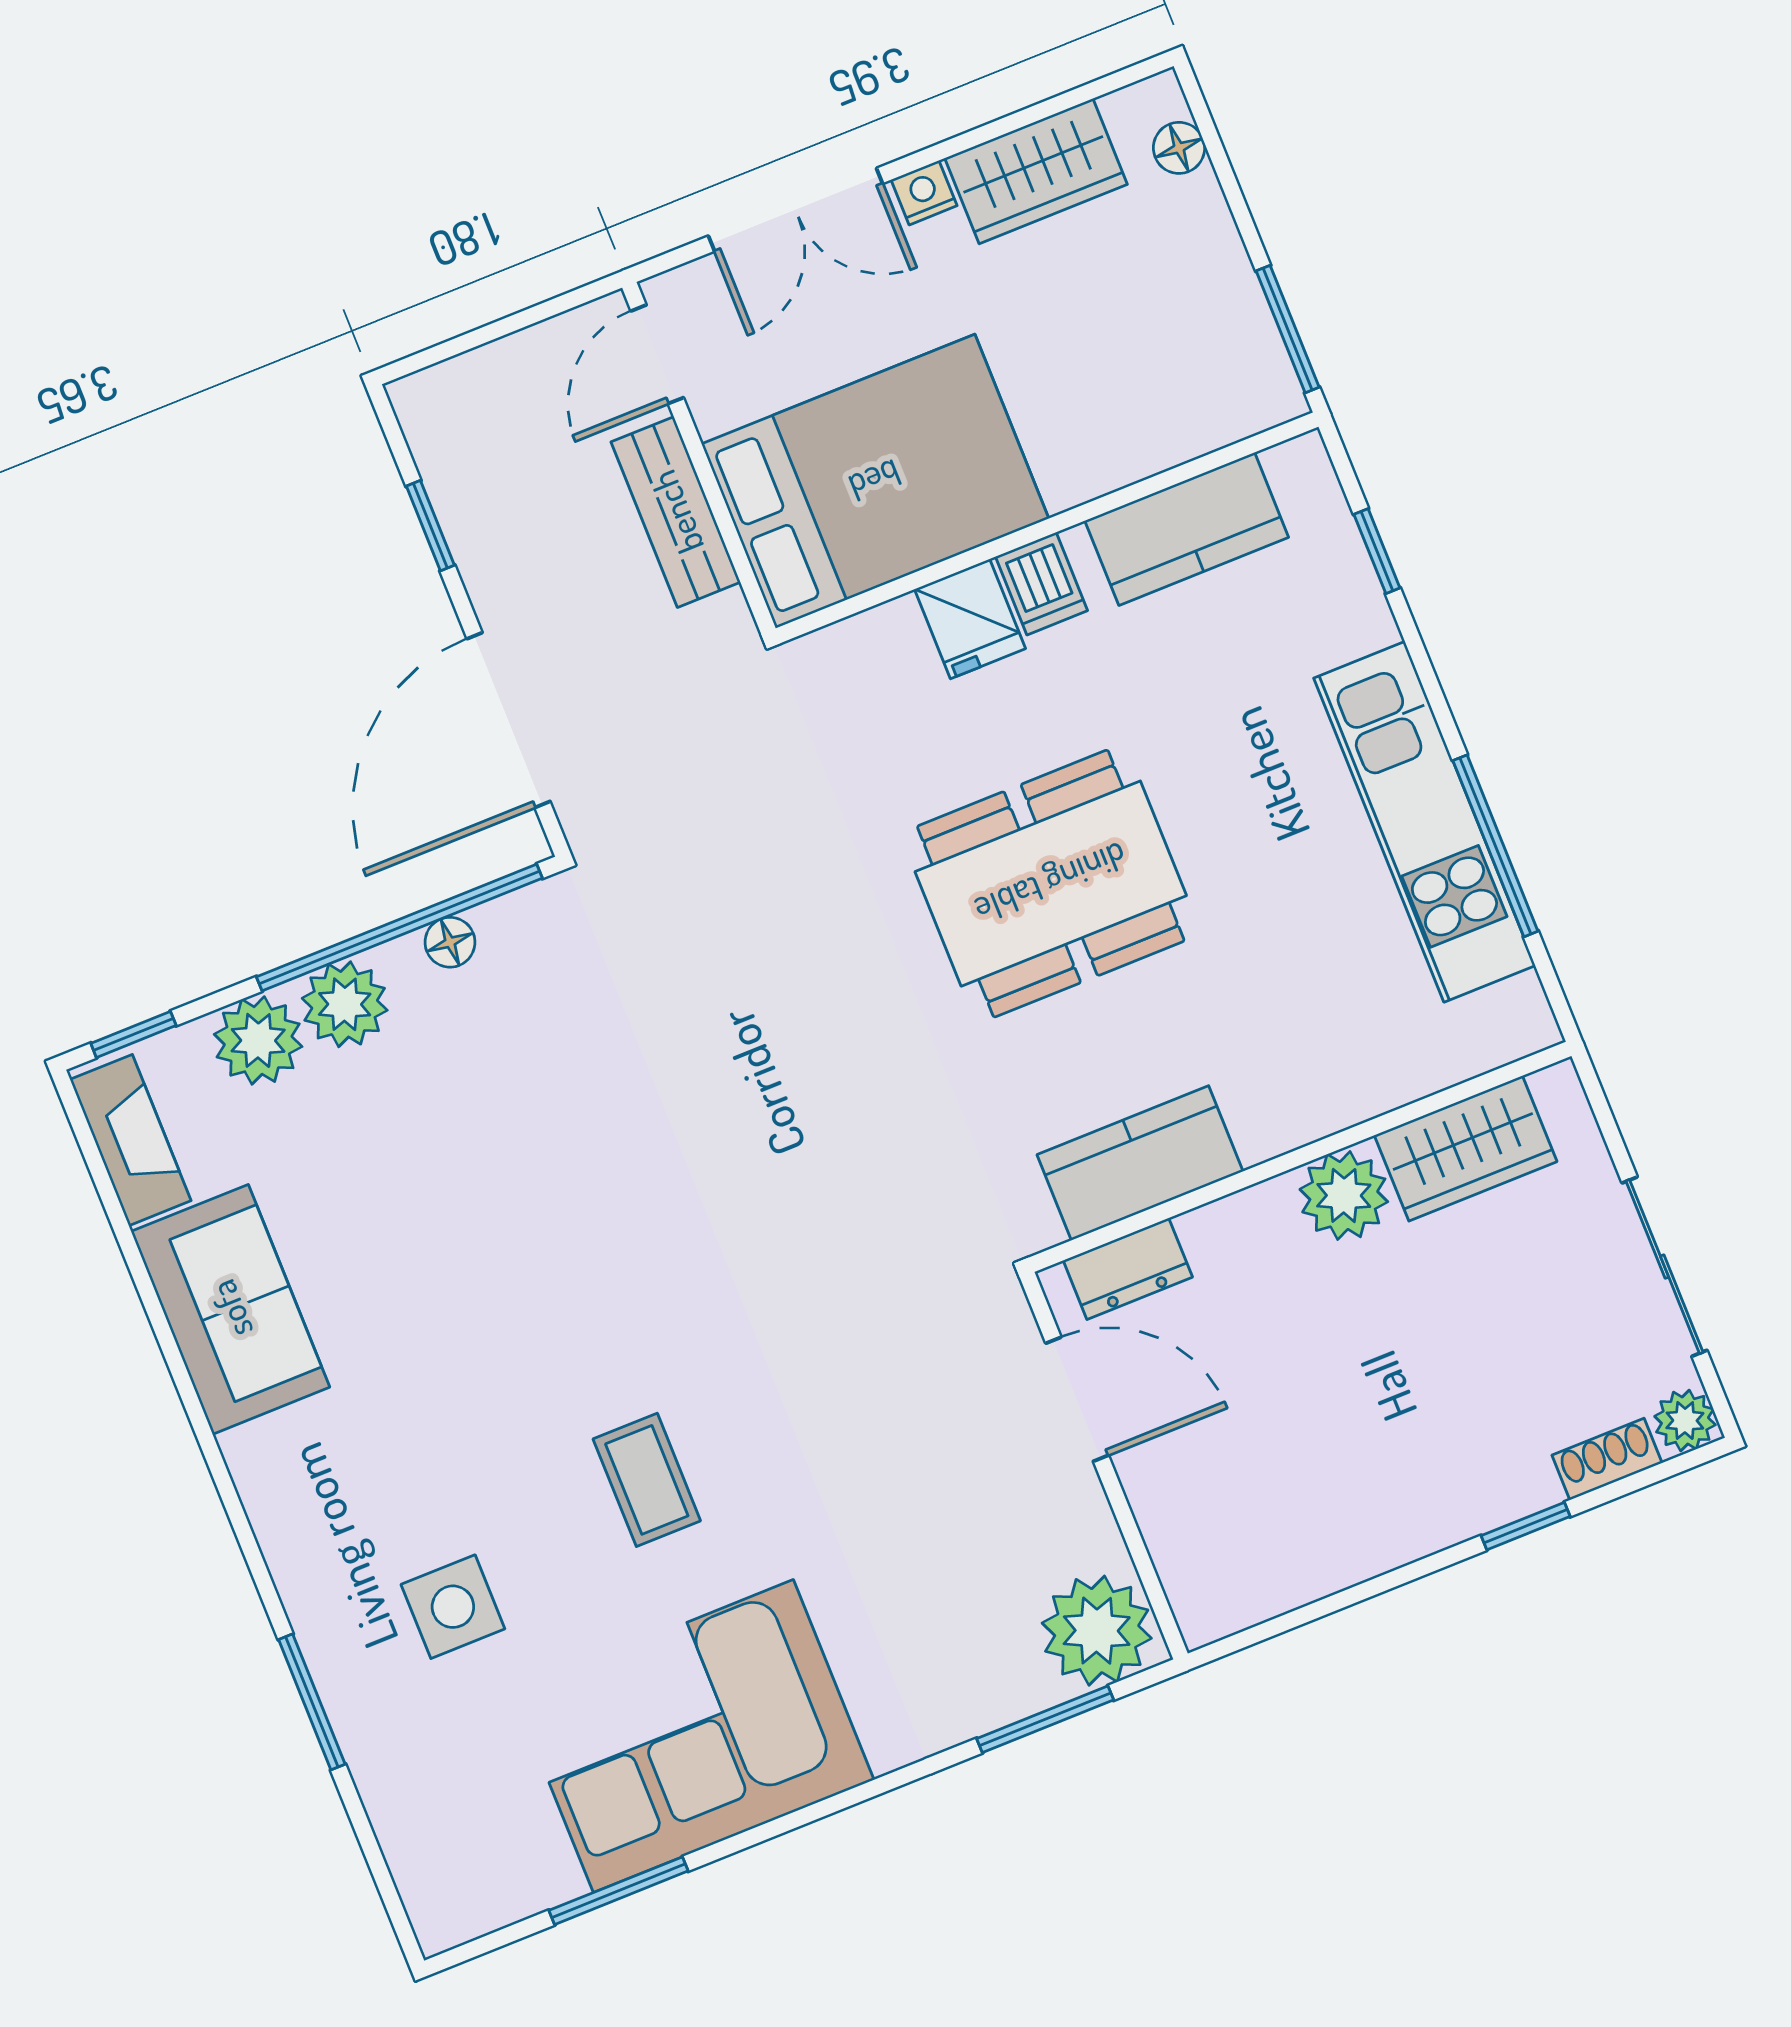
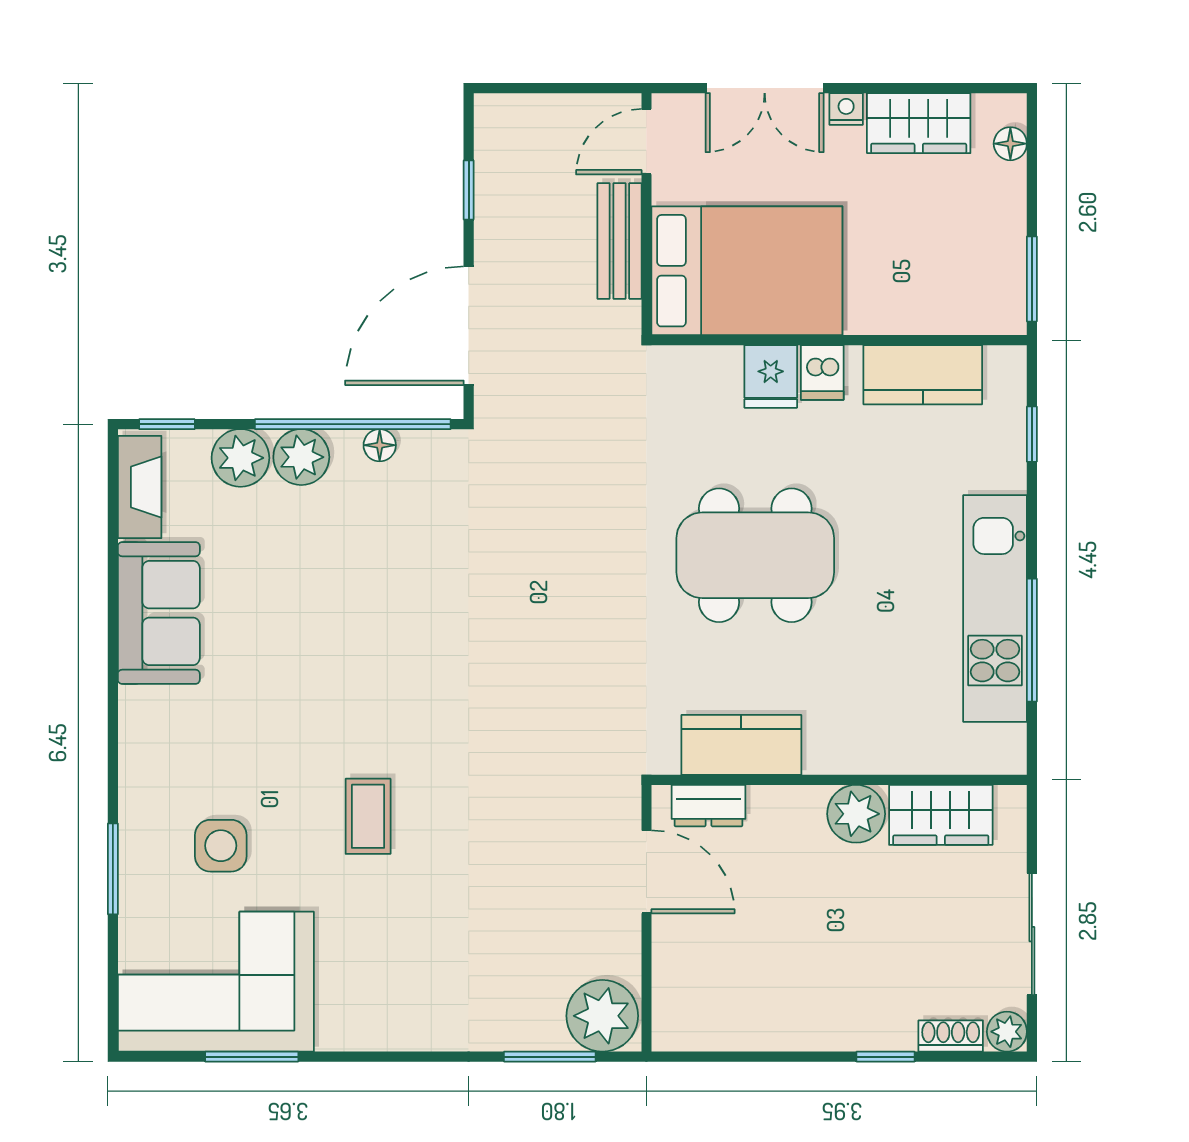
corner sofa: (693, 1736) -> (216, 982), moved

